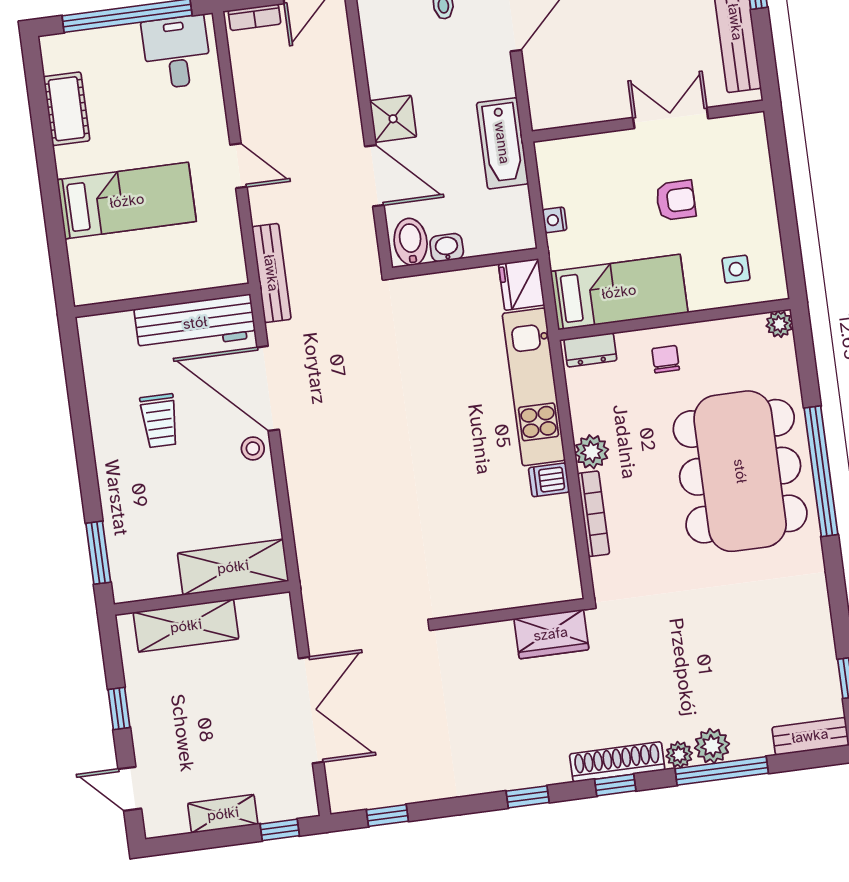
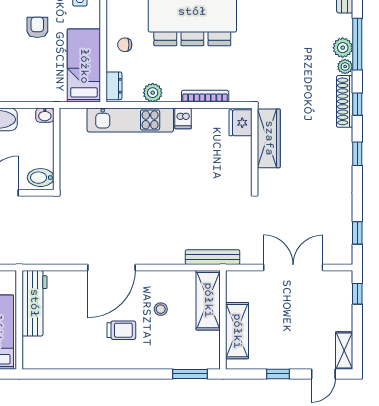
nightstand: (555, 220) -> (39, 96), removed
washbasin: (447, 248) -> (45, 115), moved, turned -90
bench: (271, 273) -> (213, 257), moved
fridge: (522, 285) -> (240, 123), moved, turned 90
wall: (162, 300) -> (19, 320), moved
workbench: (195, 323) -> (34, 303), moved
stool: (253, 448) -> (161, 309), moved
plant: (592, 452) -> (153, 93), moved
wardrobe: (551, 634) -> (269, 138), width x1.50
shelving: (223, 814) -> (344, 350), moved

